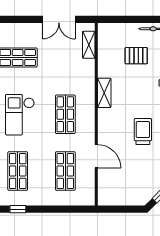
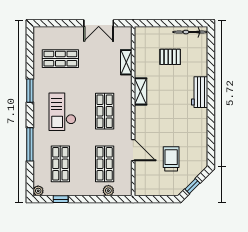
shelving: (89, 45) -> (126, 62), moved
trolley: (143, 131) -> (171, 159), moved
plant: (69, 200) -> (108, 191), added

